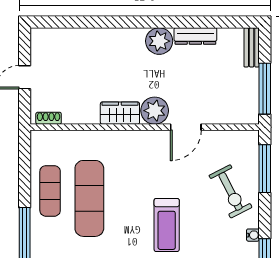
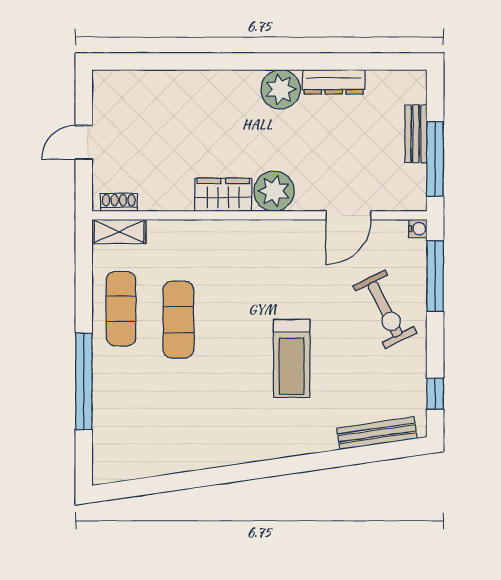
bench: (252, 47) -> (416, 134), moved
door: (186, 127) -> (348, 215), moved
shelving: (49, 138) -> (119, 232), added
exercise mat: (89, 198) -> (178, 320), width x0.73, depth x0.69
water cooler: (253, 235) -> (418, 229), moved

